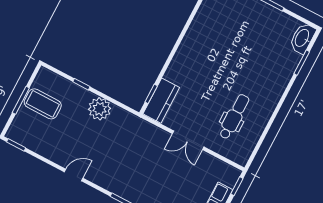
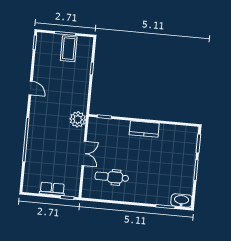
kitchen counter: (161, 101) -> (144, 129), moved
plant: (100, 109) -> (78, 119), moved
dental chair: (234, 117) -> (112, 177), turned 180
double door: (188, 140) -> (84, 153), swing flipped

